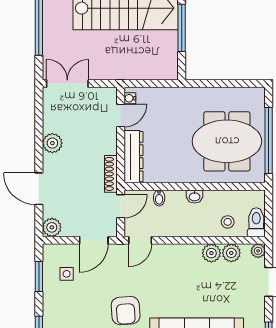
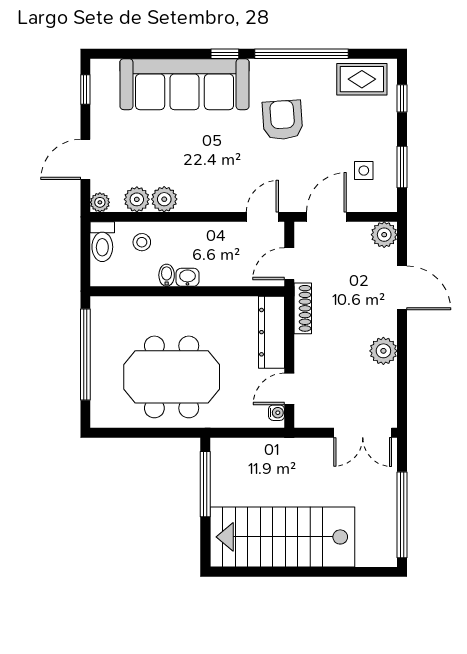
window: (182, 28) -> (205, 484), moved
meeting table: (227, 141) -> (172, 377), moved
bidet: (159, 198) -> (167, 275), moved

